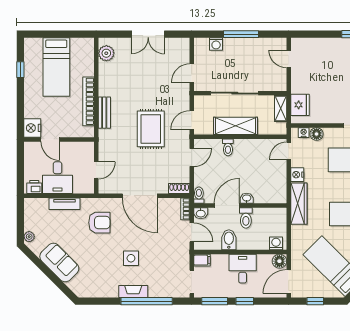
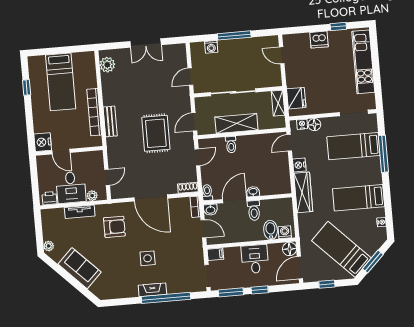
dishwasher: (329, 46) -> (319, 40), added
plant: (79, 188) -> (92, 196), added
bidet: (229, 240) -> (271, 230), moved

